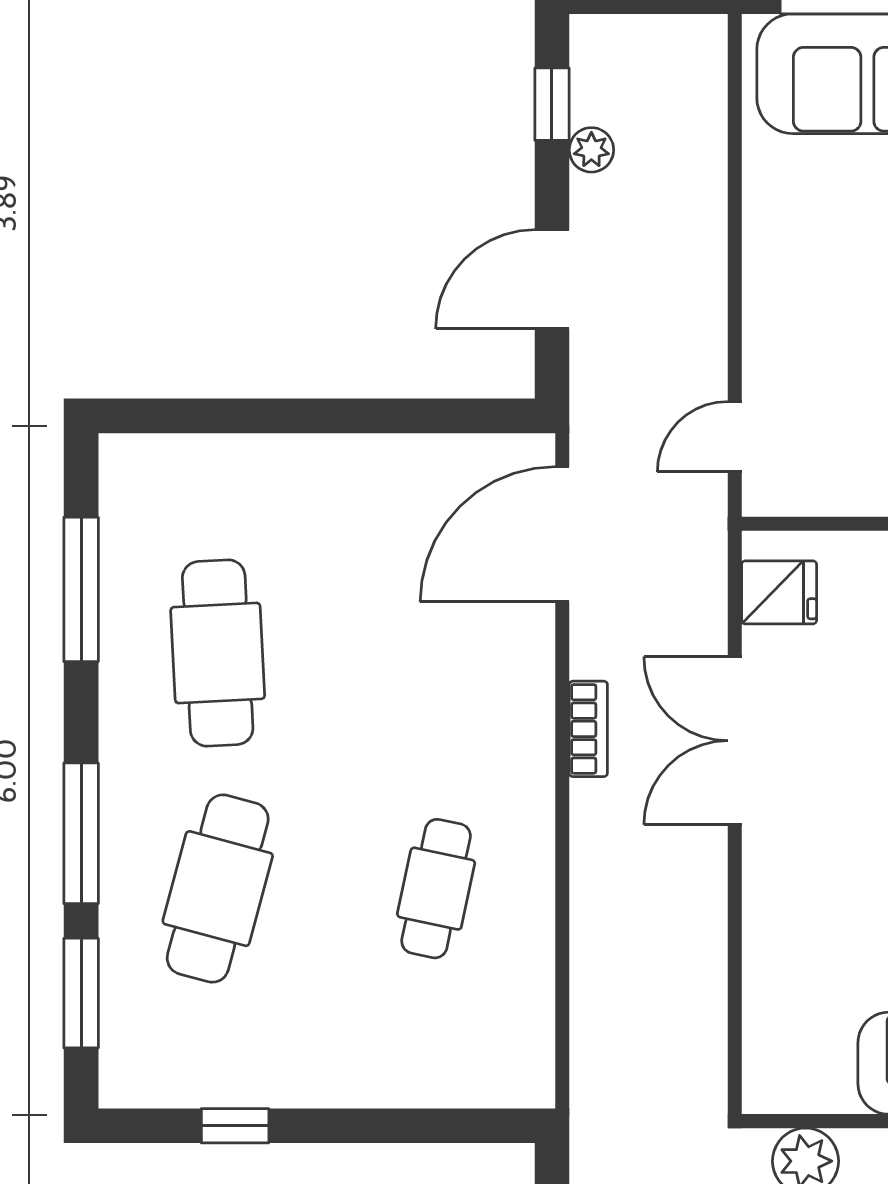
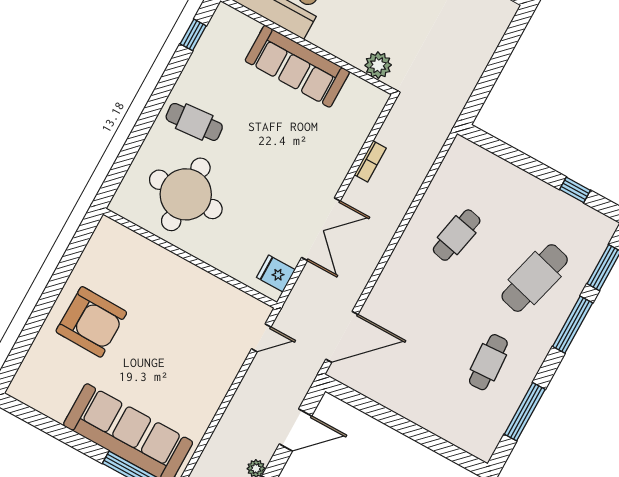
cafe table: (218, 653) -> (488, 362), width x0.73, depth x0.74
bookcase: (588, 729) -> (370, 161), moved, turned 180

